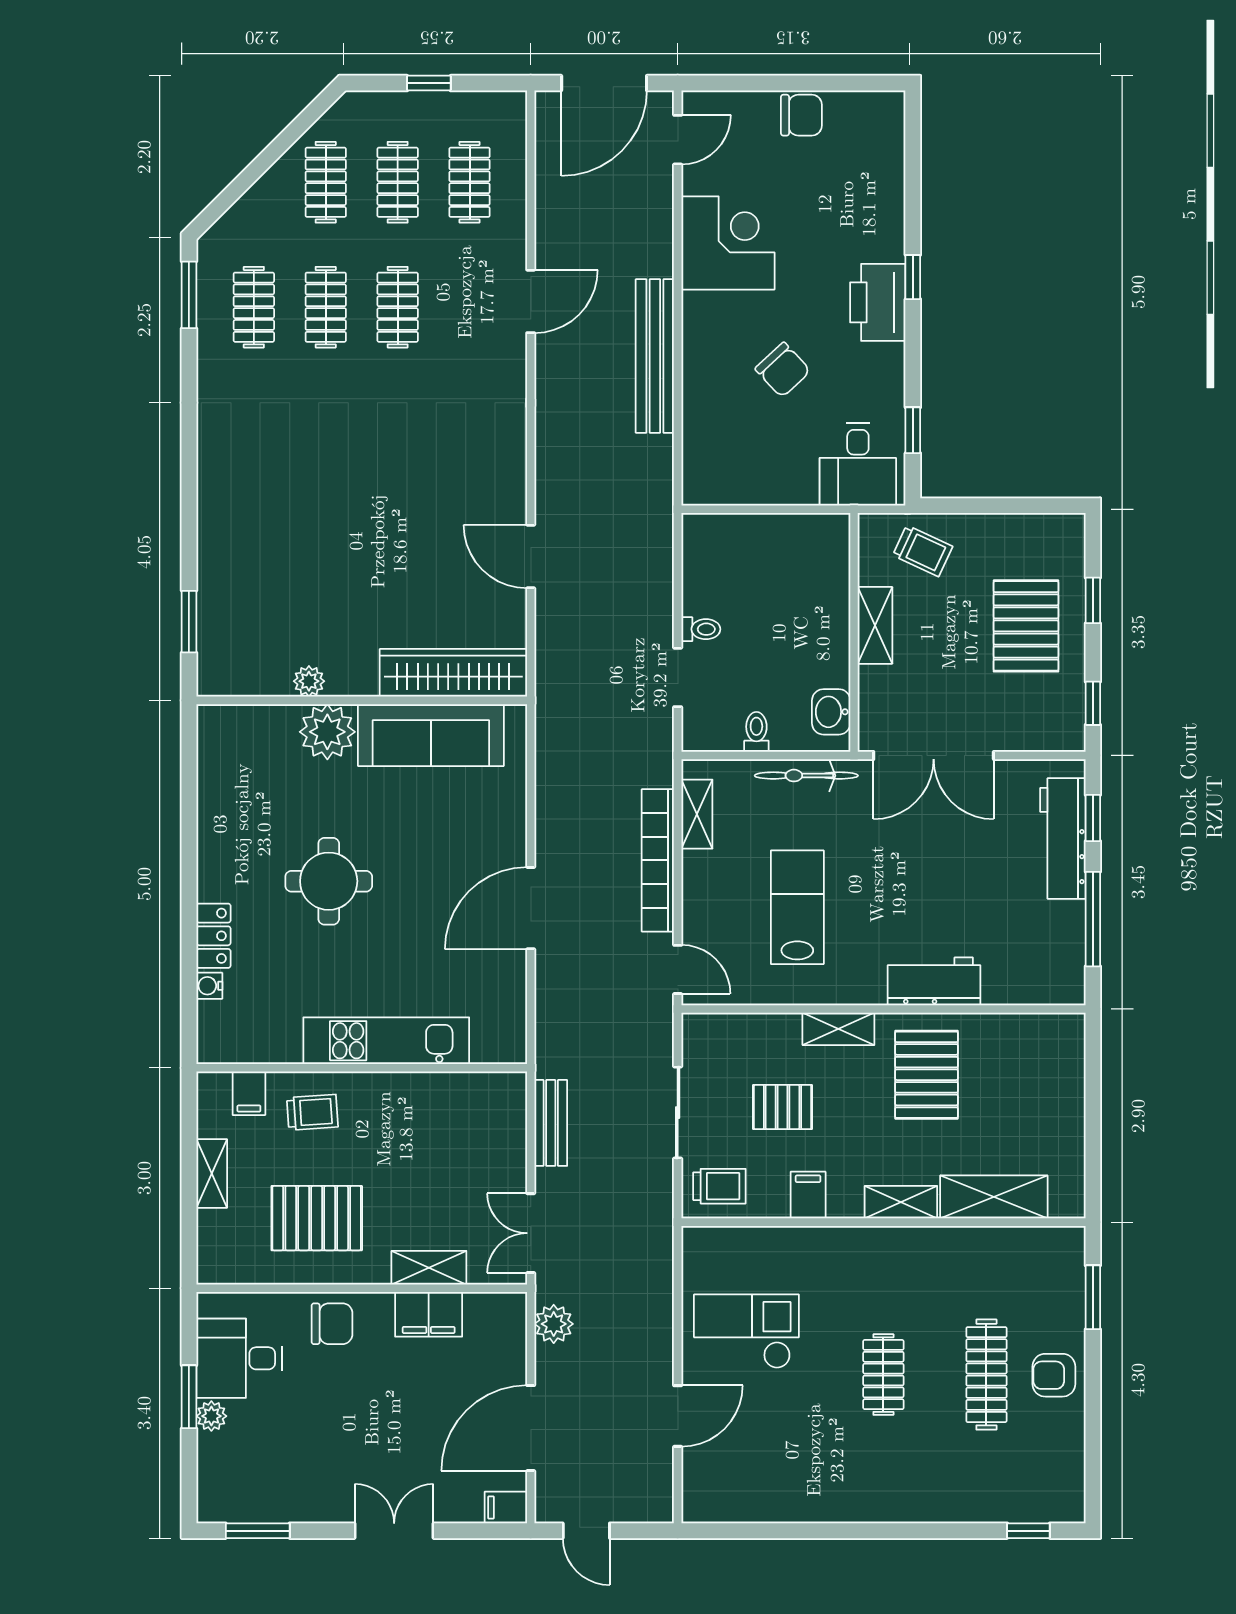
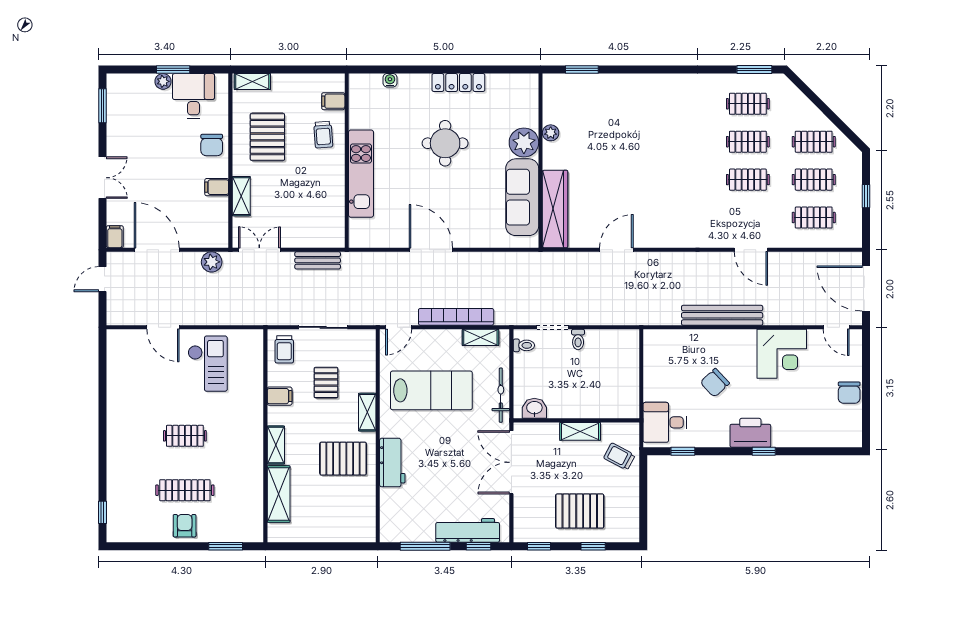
trolley: (923, 551) -> (619, 456), turned 93
toilet: (756, 732) -> (524, 345), moved
lab bench: (797, 907) -> (431, 390), width x1.36, depth x1.39
locker: (214, 936) -> (458, 83), moved, width x1.53
shelving: (212, 1173) -> (252, 82), moved
filing cabinet: (429, 1314) -> (217, 187), width x0.50

